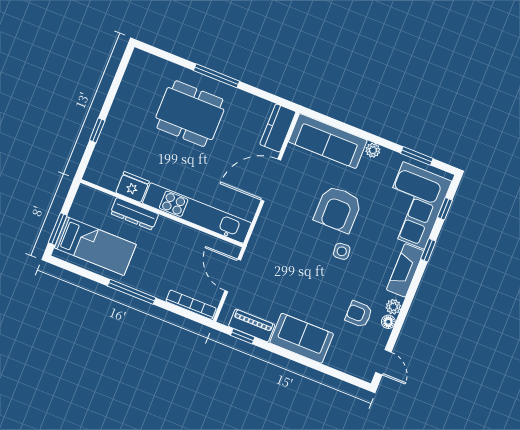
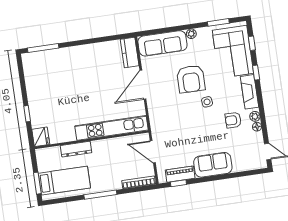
window: (217, 76) -> (43, 48), moved
dining table: (190, 114) -> (75, 73), removed
fridge: (133, 187) -> (41, 137), moved, turned 90
armchair: (359, 314) -> (233, 120), moved

